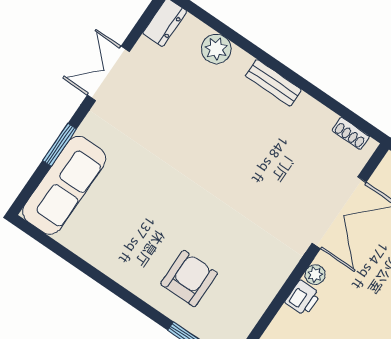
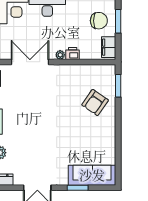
armchair: (189, 278) -> (95, 102), turned -55

